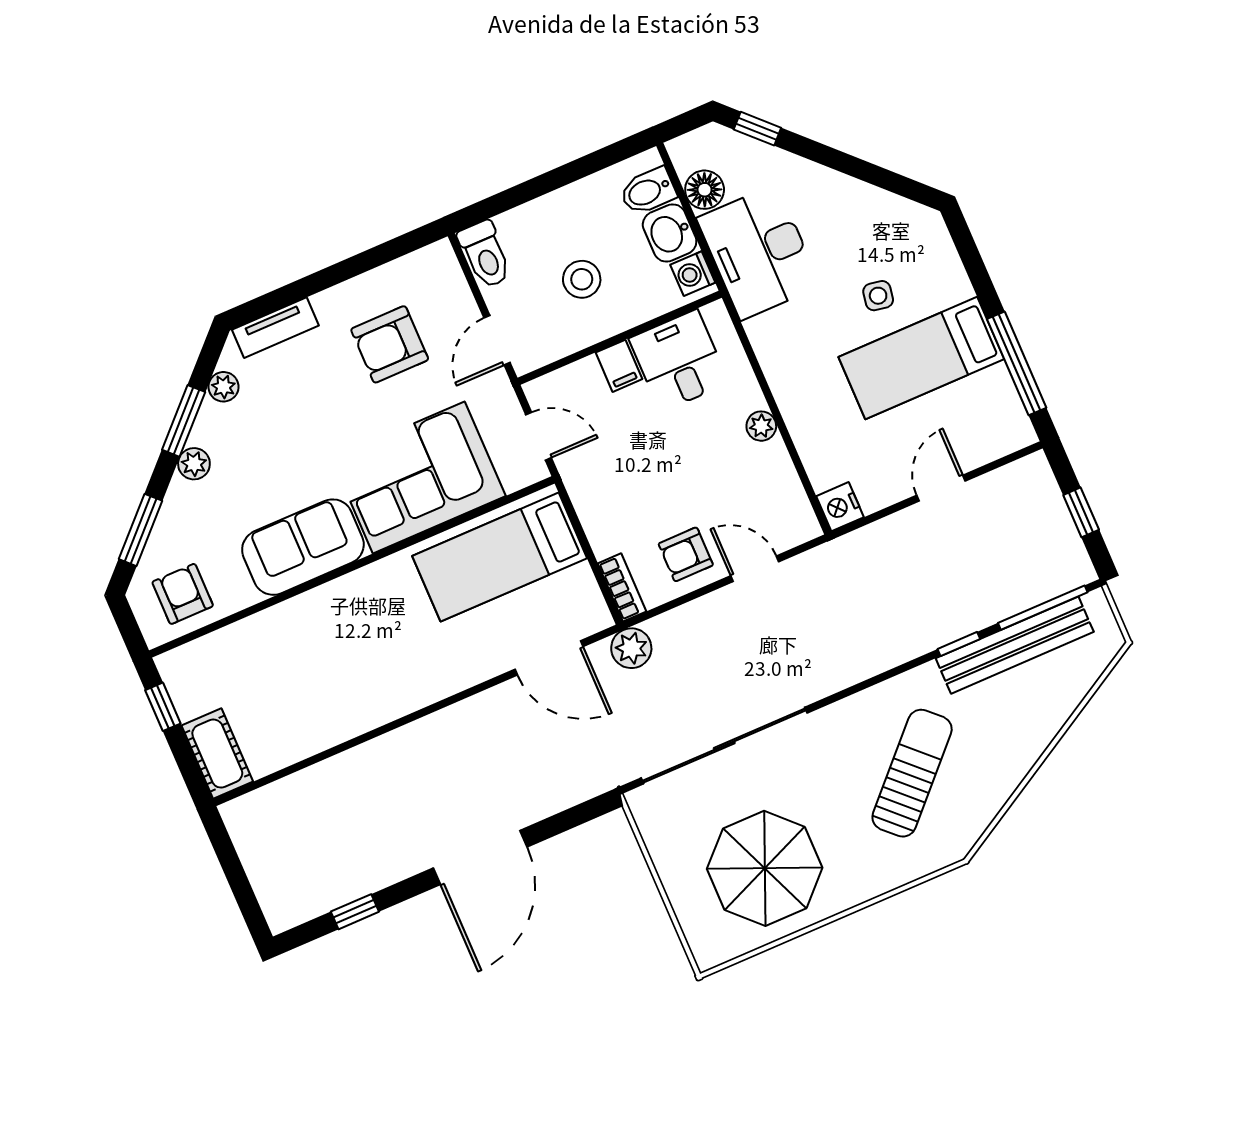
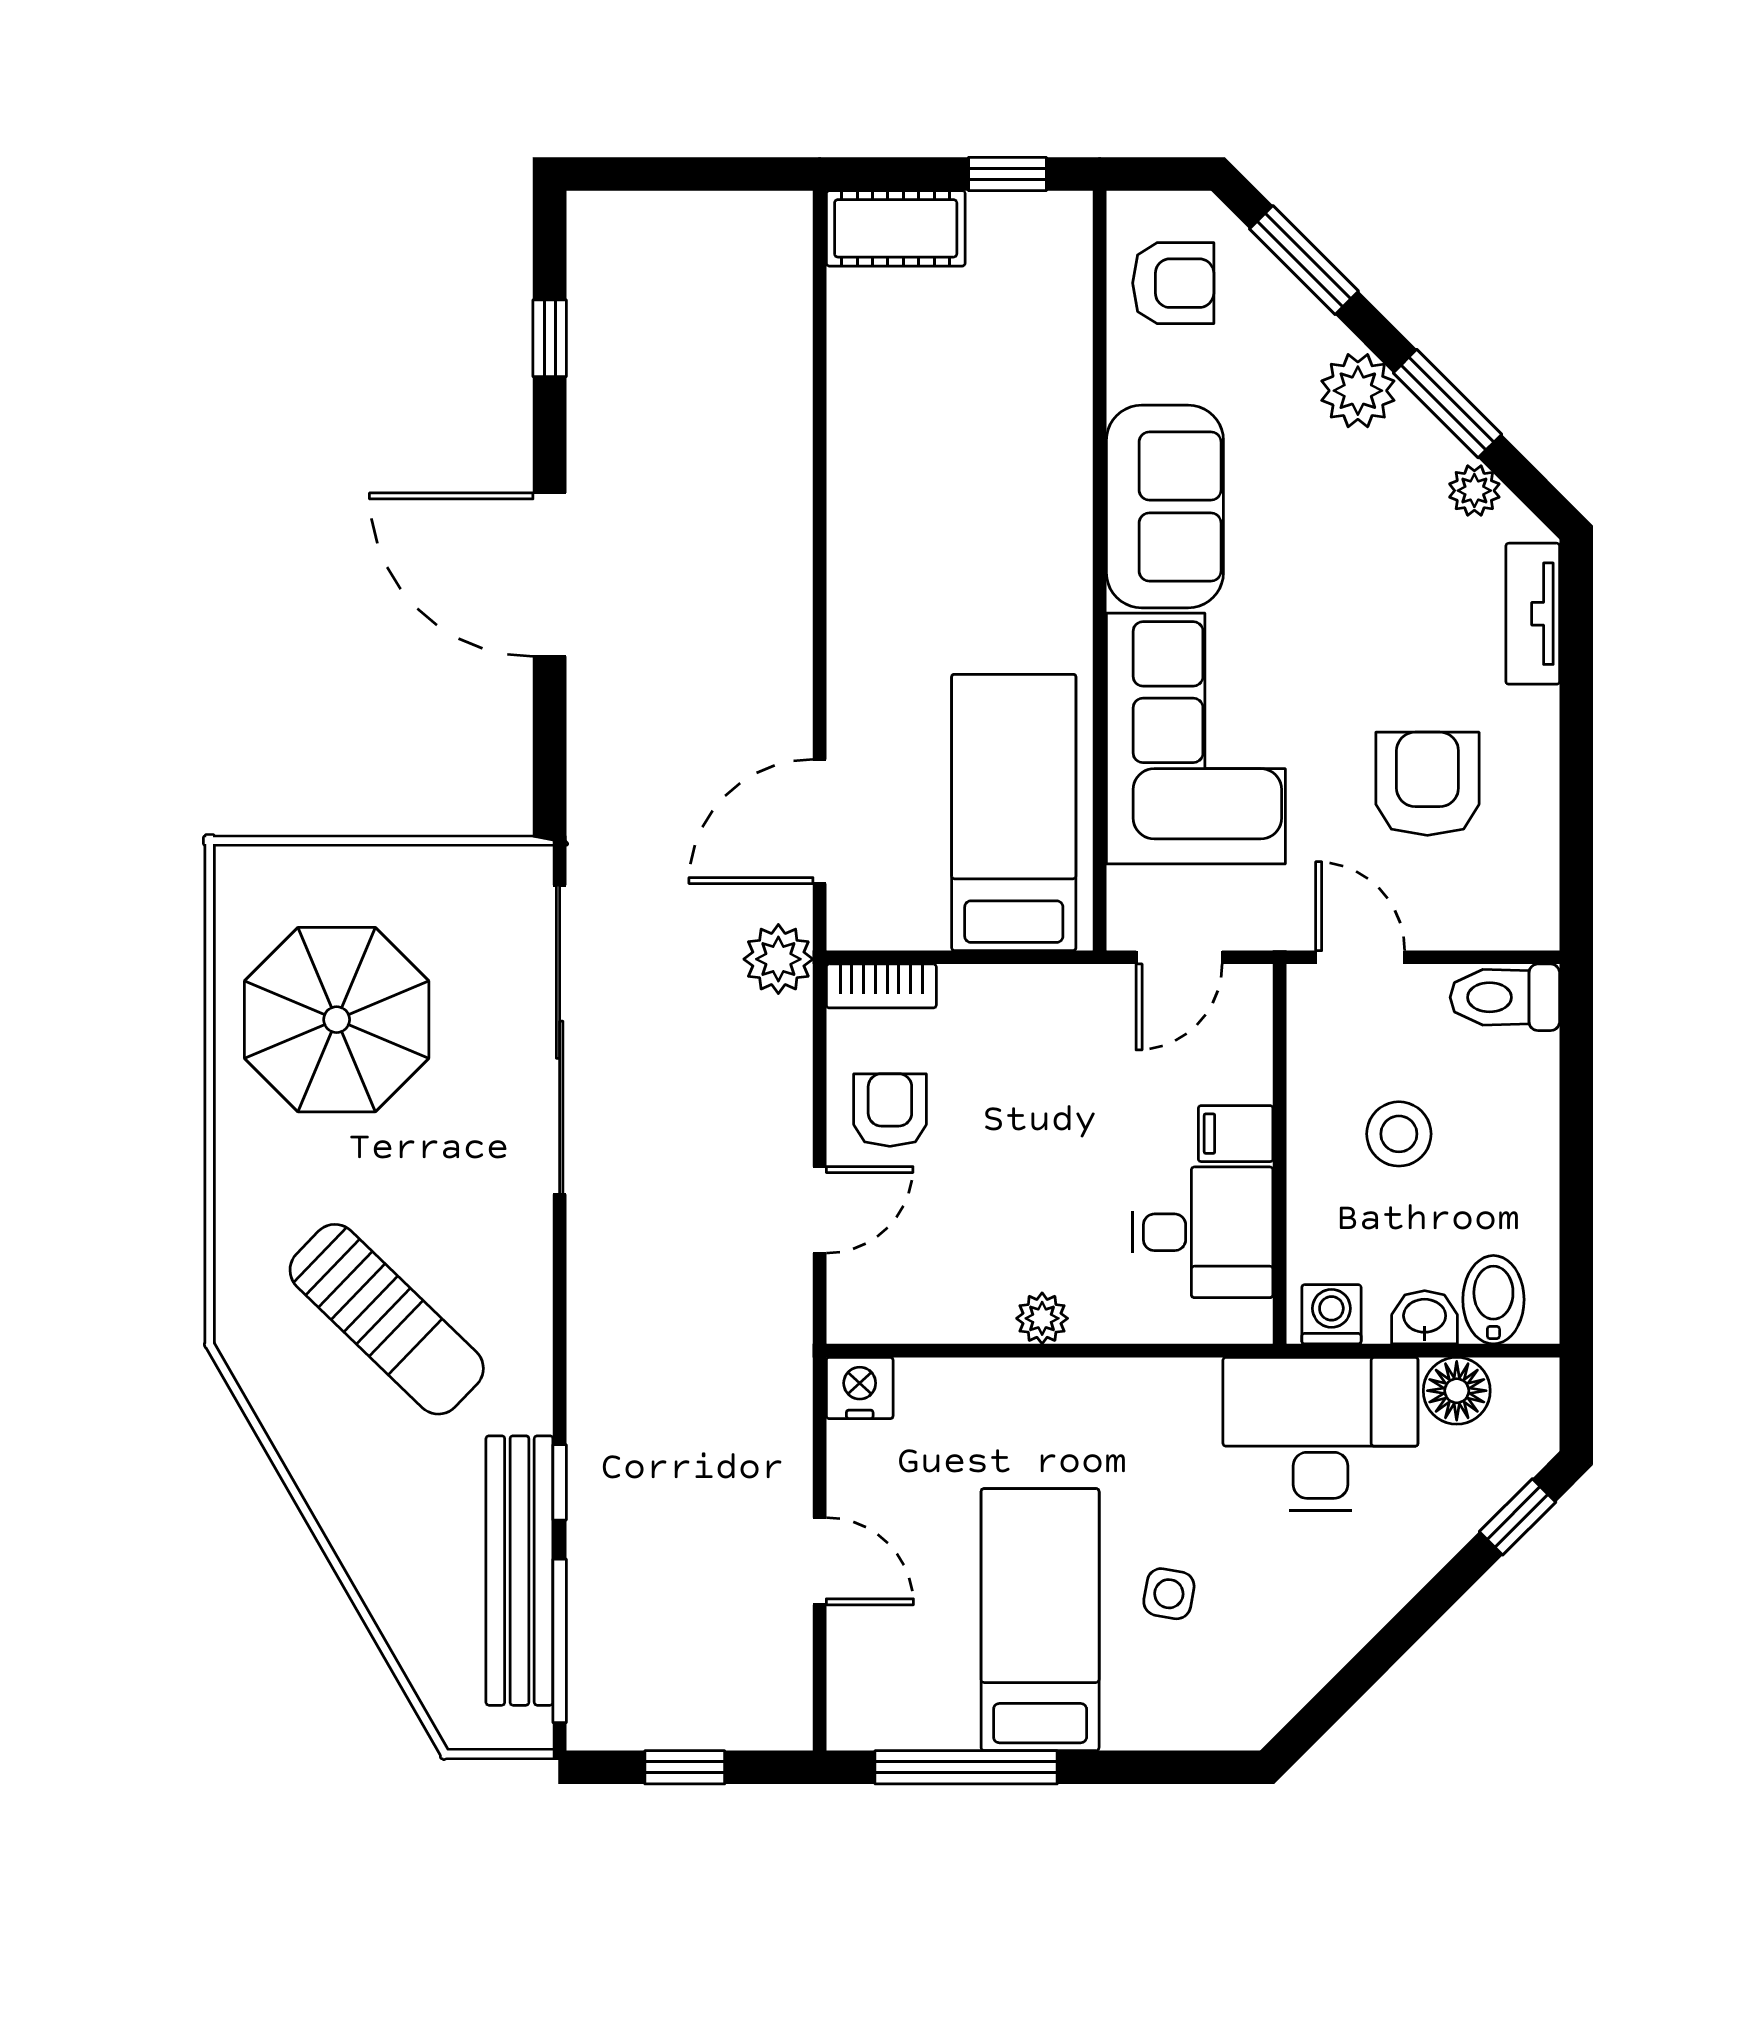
washbasin: (670, 233) -> (1425, 1317), width x0.72, depth x0.69
plant: (194, 464) -> (1358, 391), width x1.38, depth x1.38

